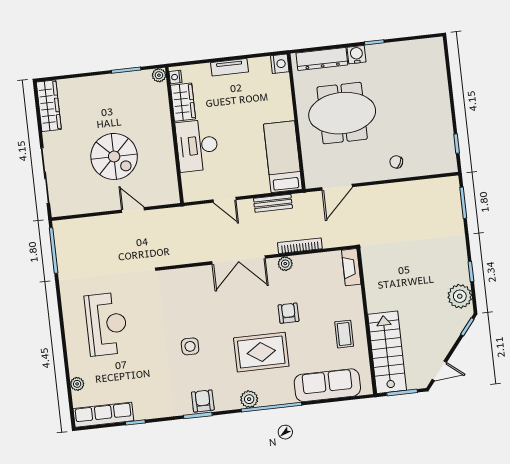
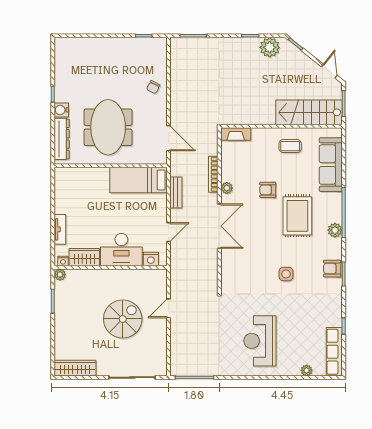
nightstand: (280, 64) -> (151, 259), moved, turned 180
tv unit: (230, 67) -> (60, 229), moved
reception desk: (106, 324) -> (260, 341), turned -90

